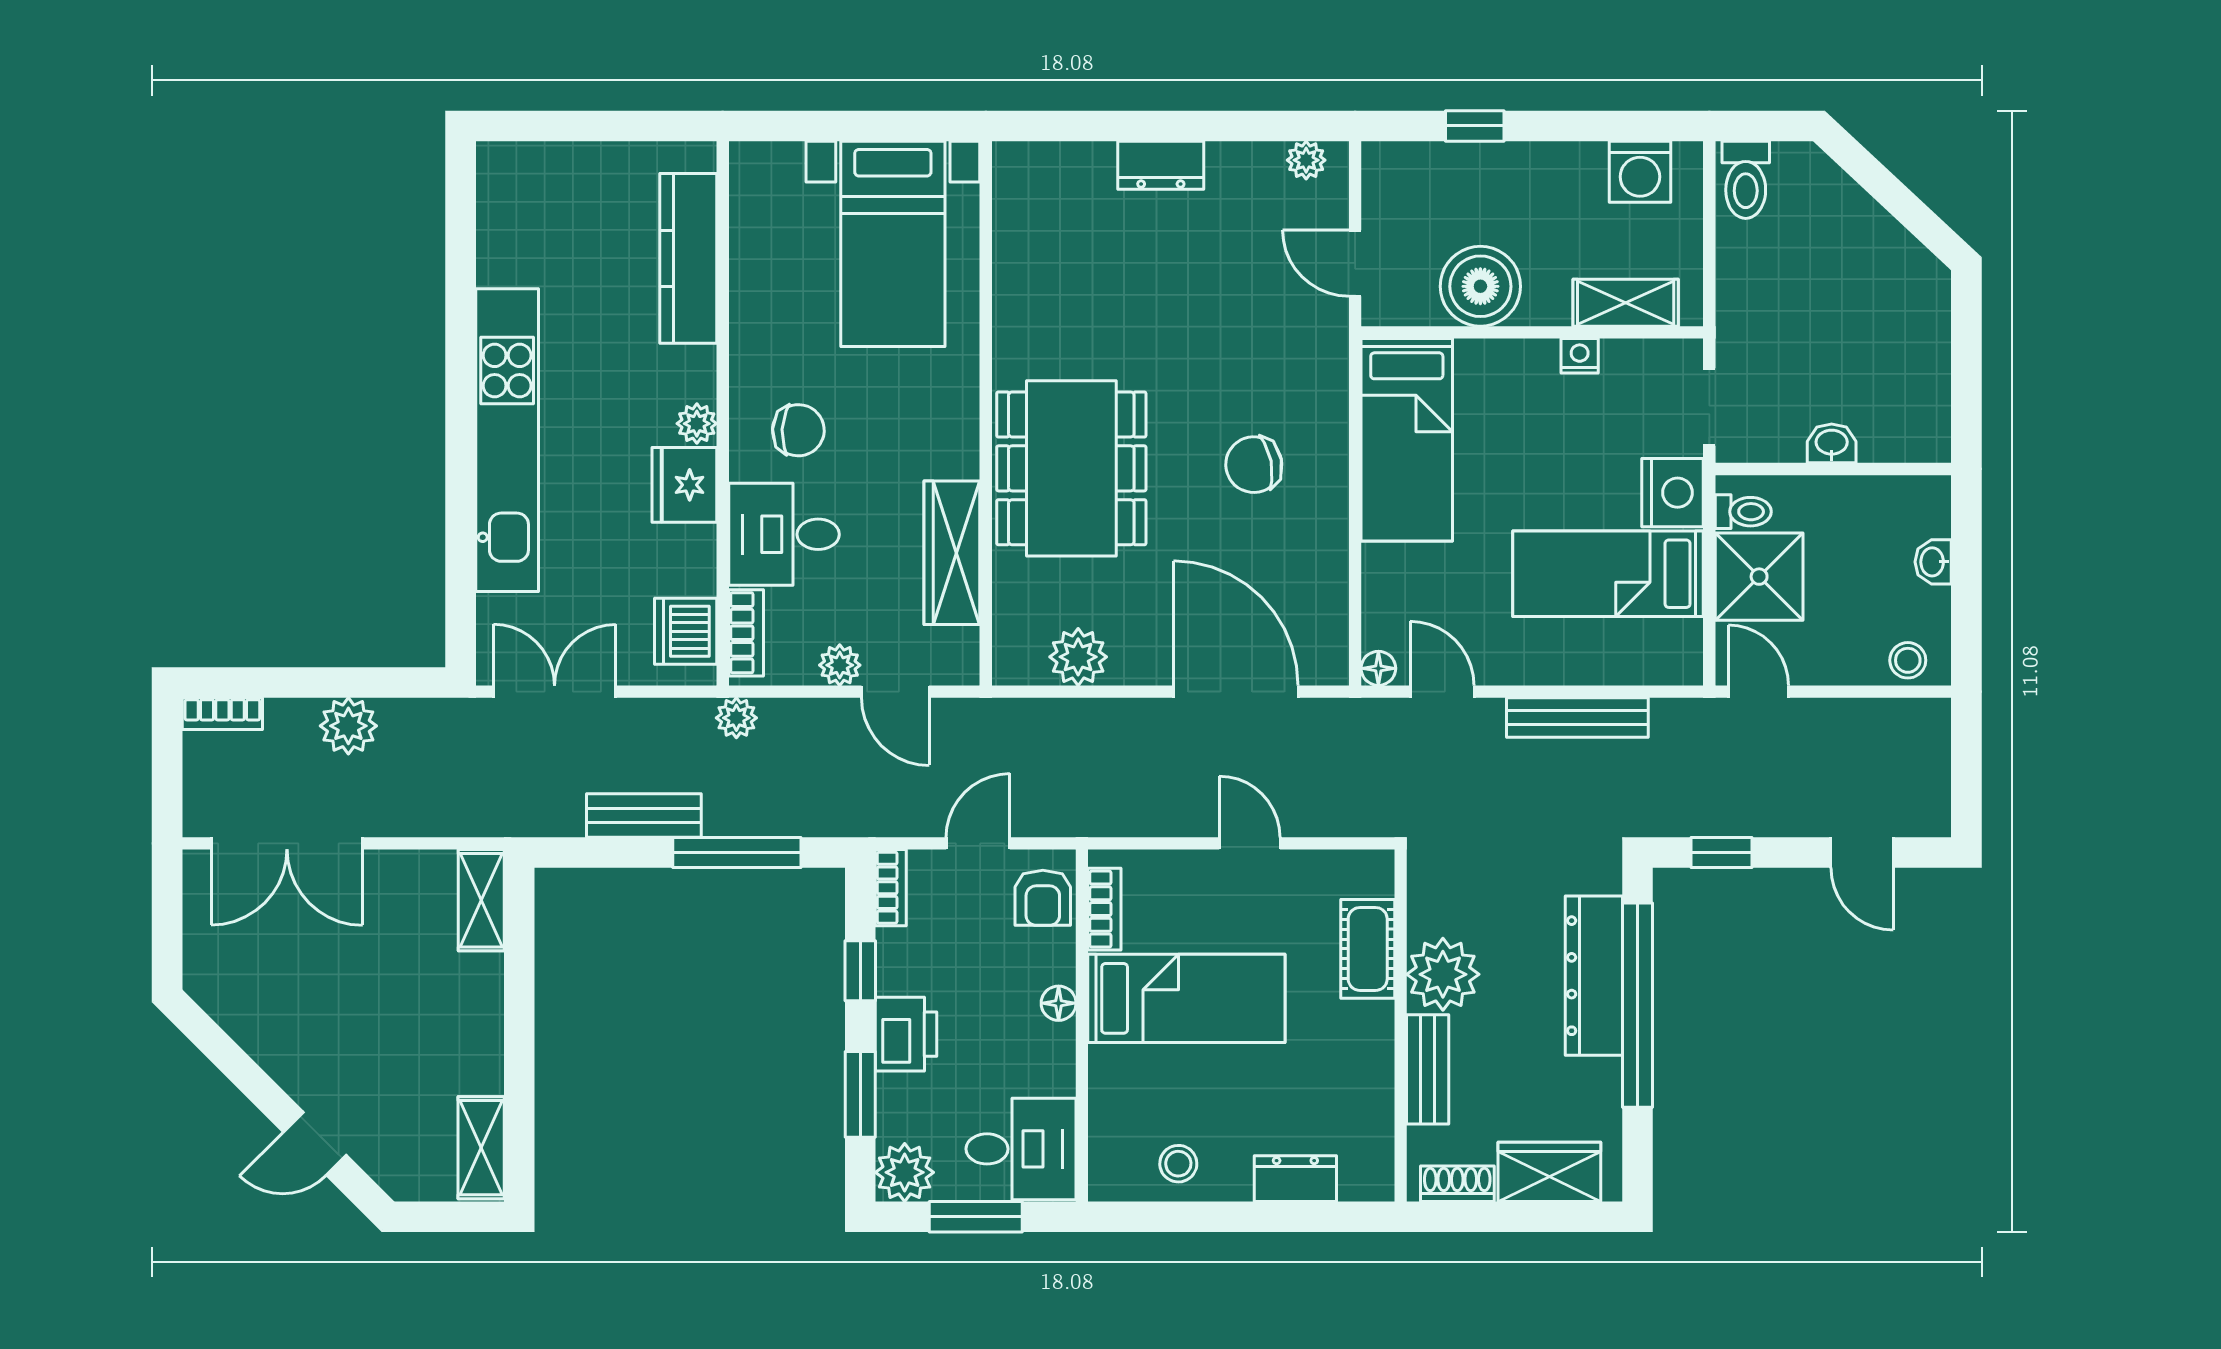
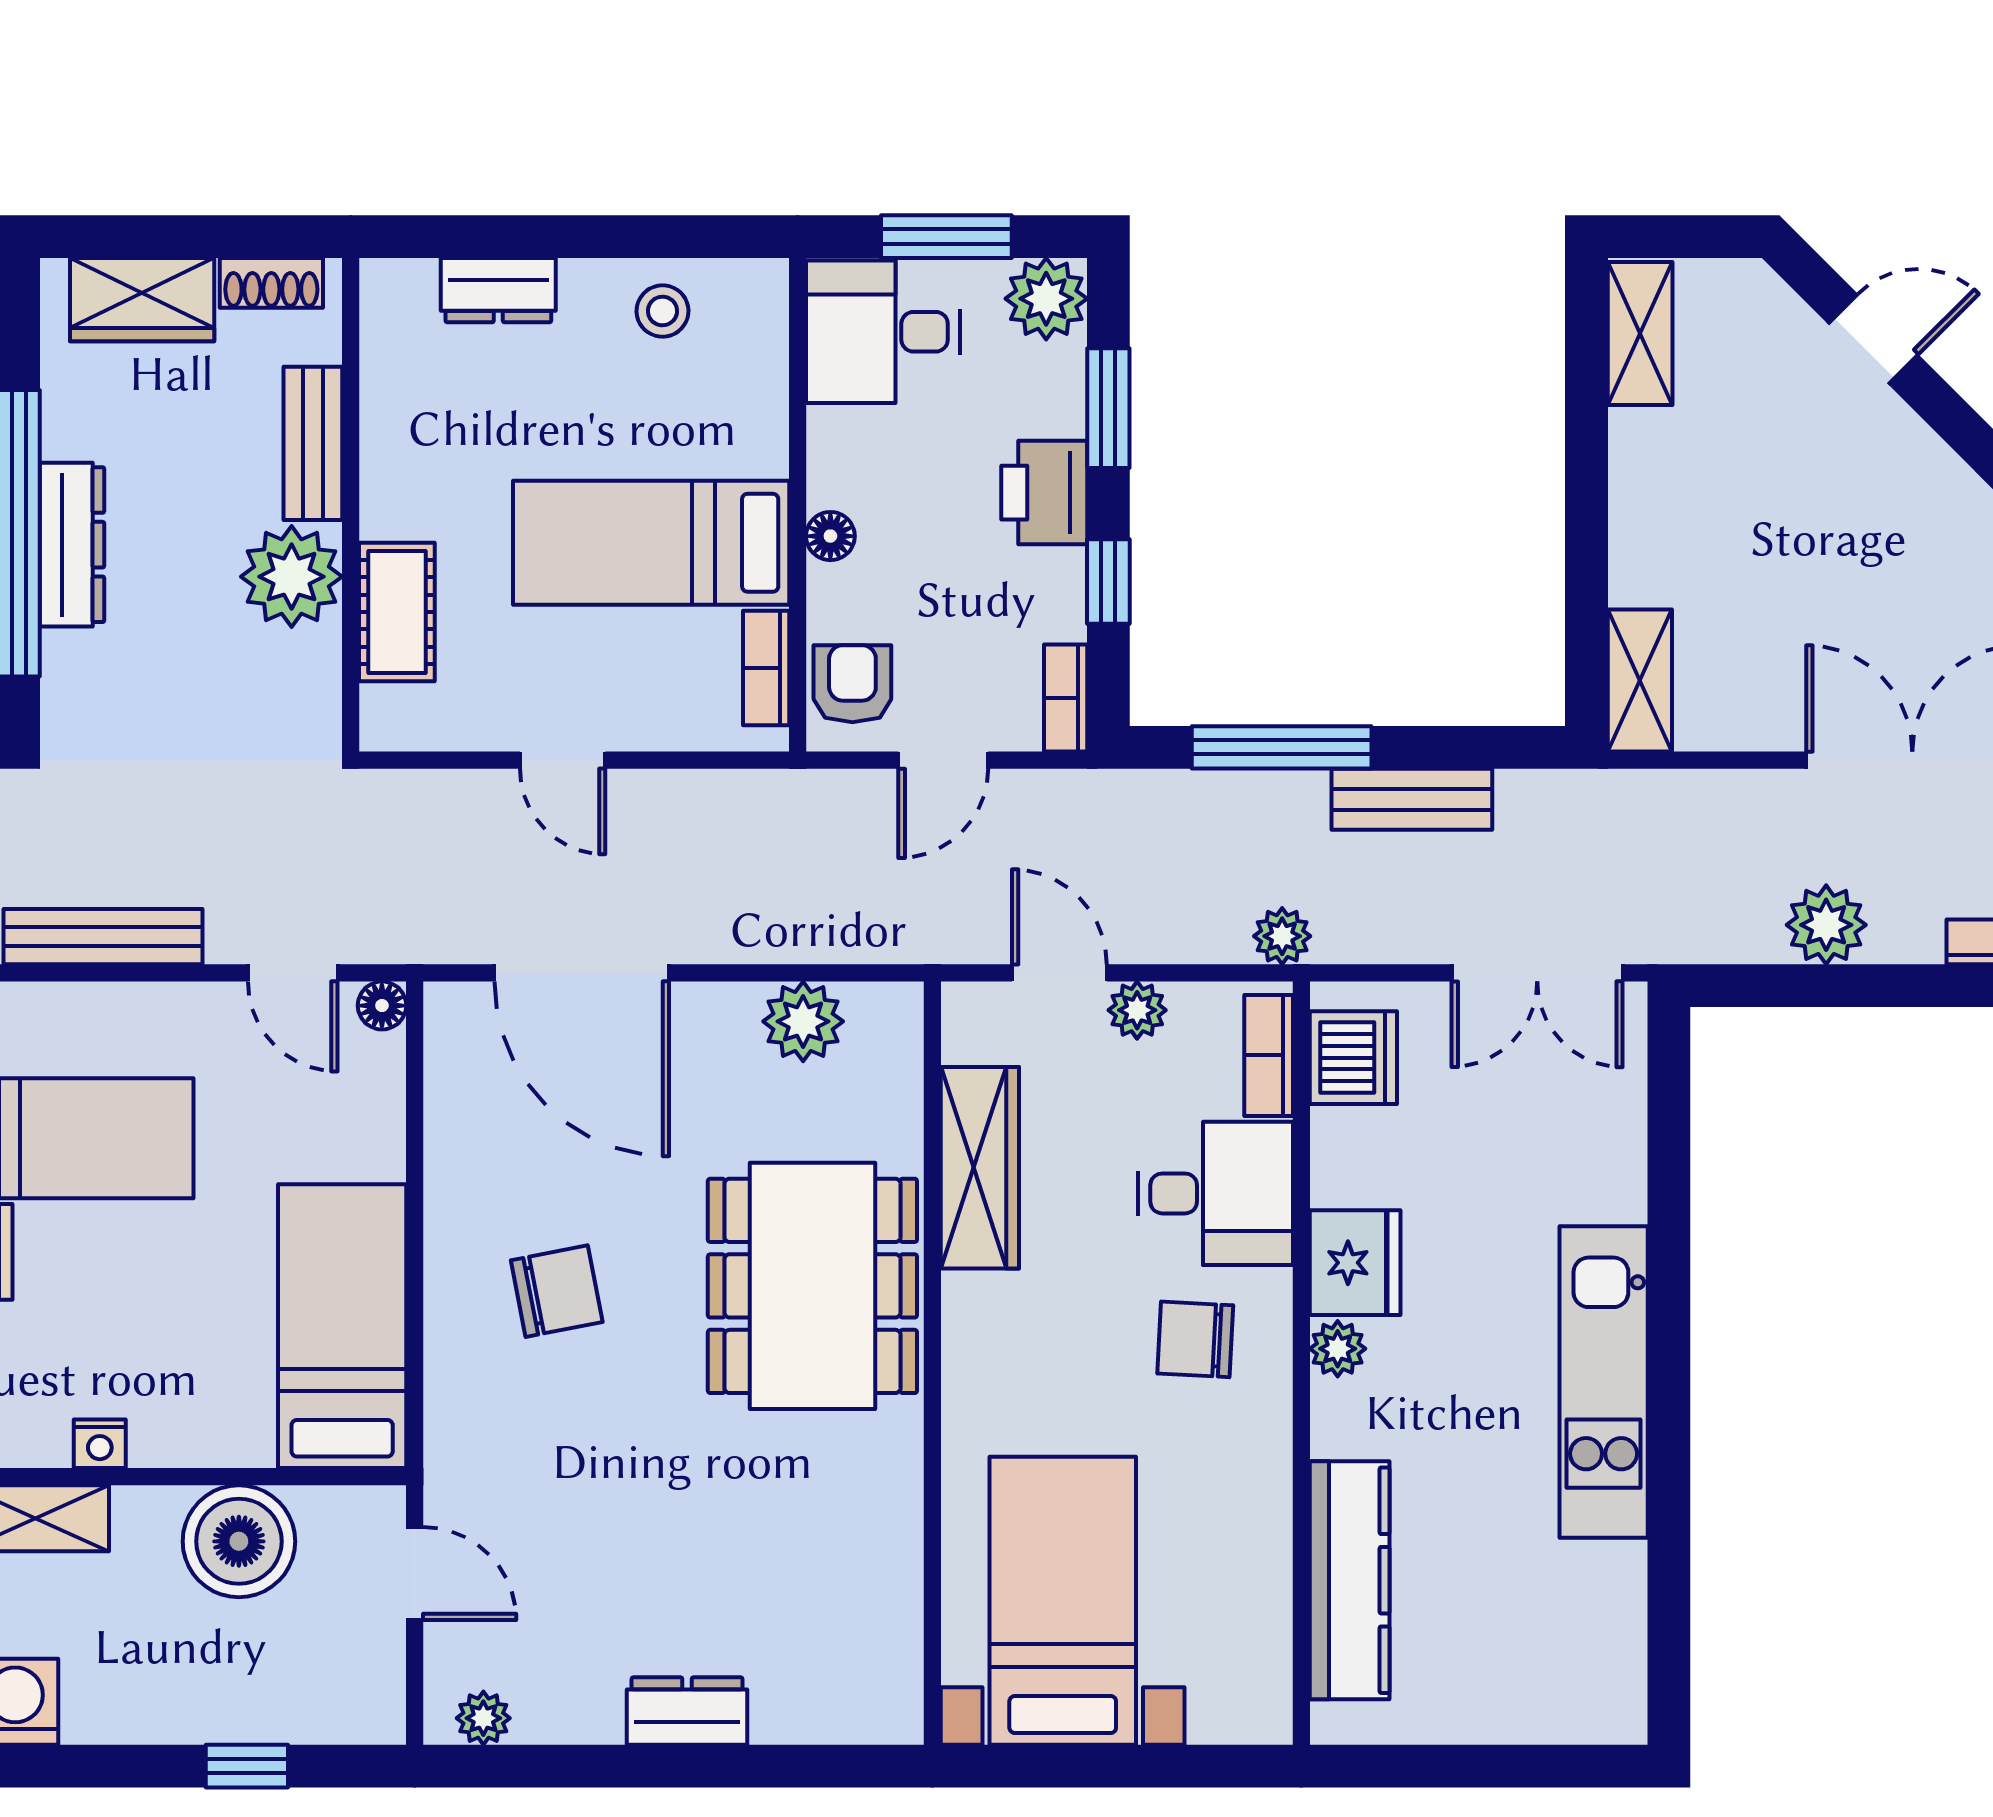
kitchen unit: (507, 440) -> (1604, 1382), width x0.73
dresser: (1594, 976) -> (72, 545), width x0.73, depth x0.80

